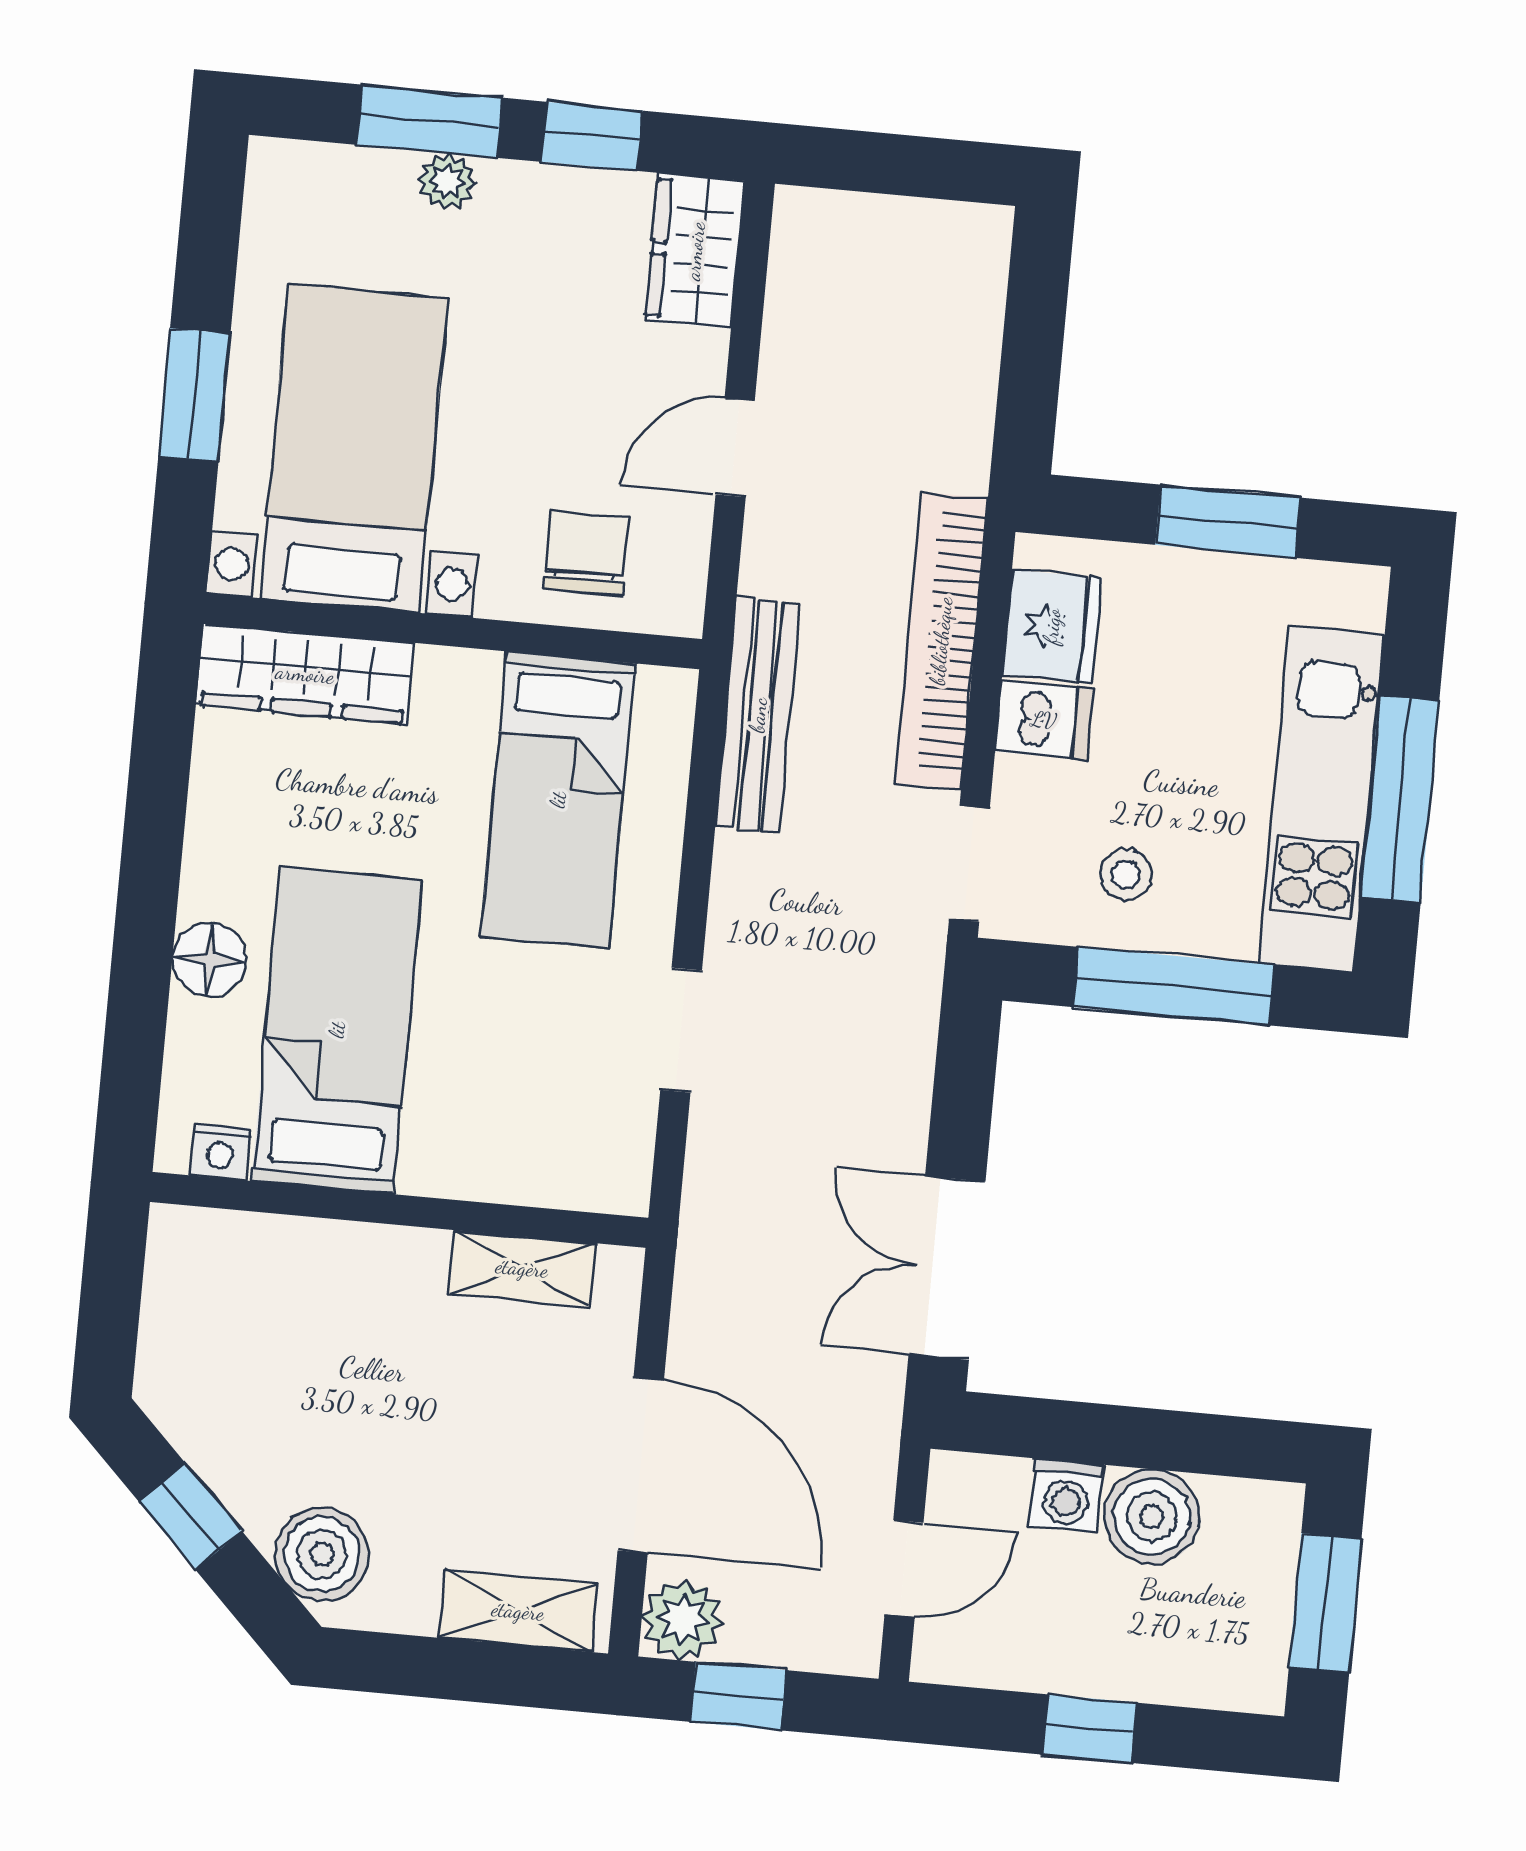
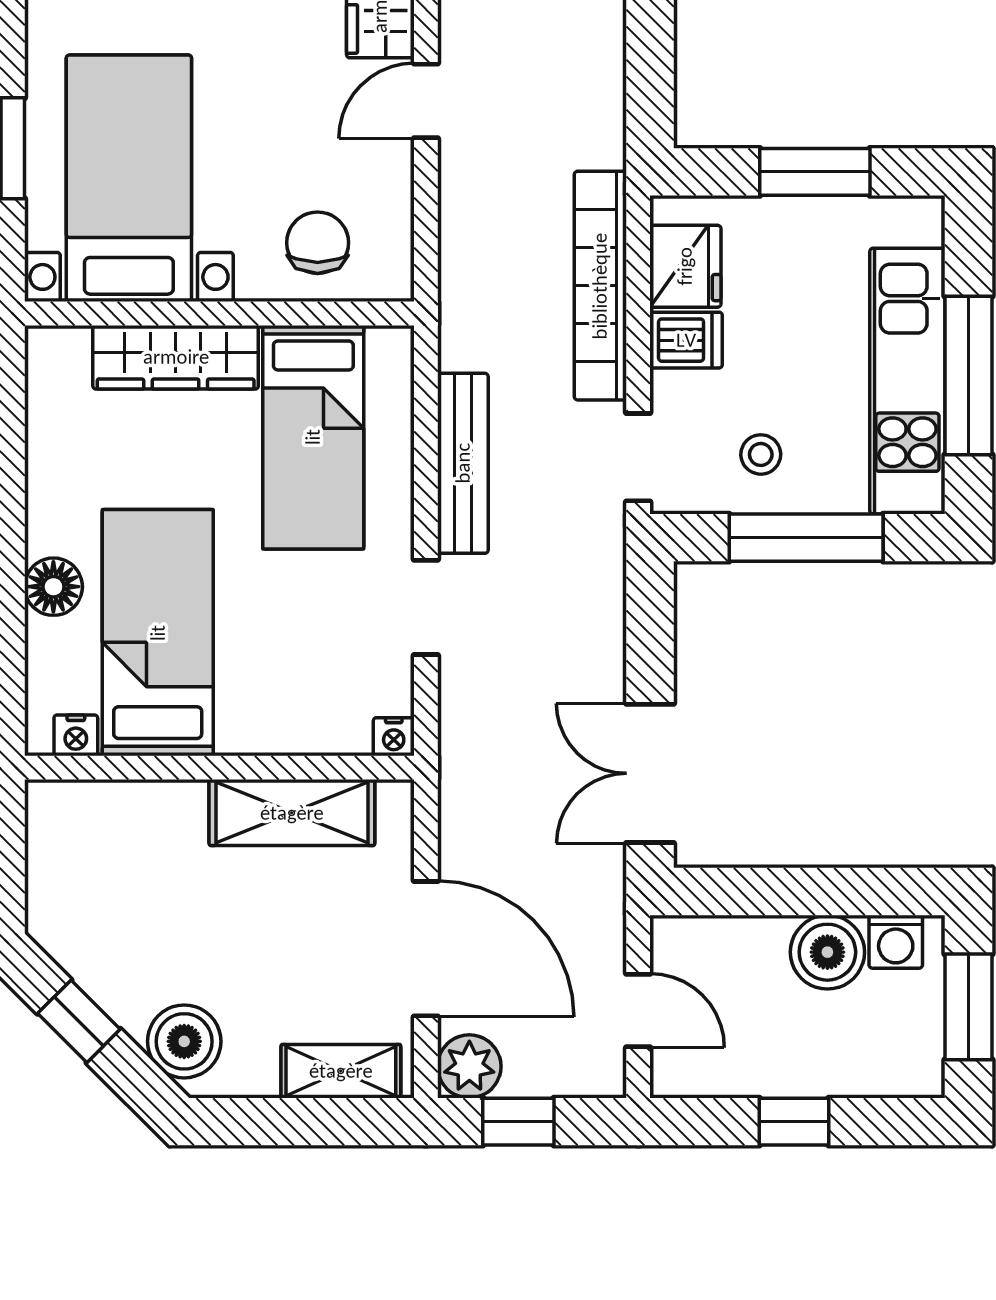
door: (735, 448) -> (426, 101), moved
wardrobe: (305, 674) -> (176, 357), moved
bench: (758, 715) -> (463, 463), moved
nightstand: (625, 1191) -> (394, 737), added
shelving: (522, 1268) -> (292, 813), width x1.50, depth x1.33
washing machine: (1066, 1495) -> (896, 942), moved
door: (904, 1569) -> (638, 1011), hinge flipped

